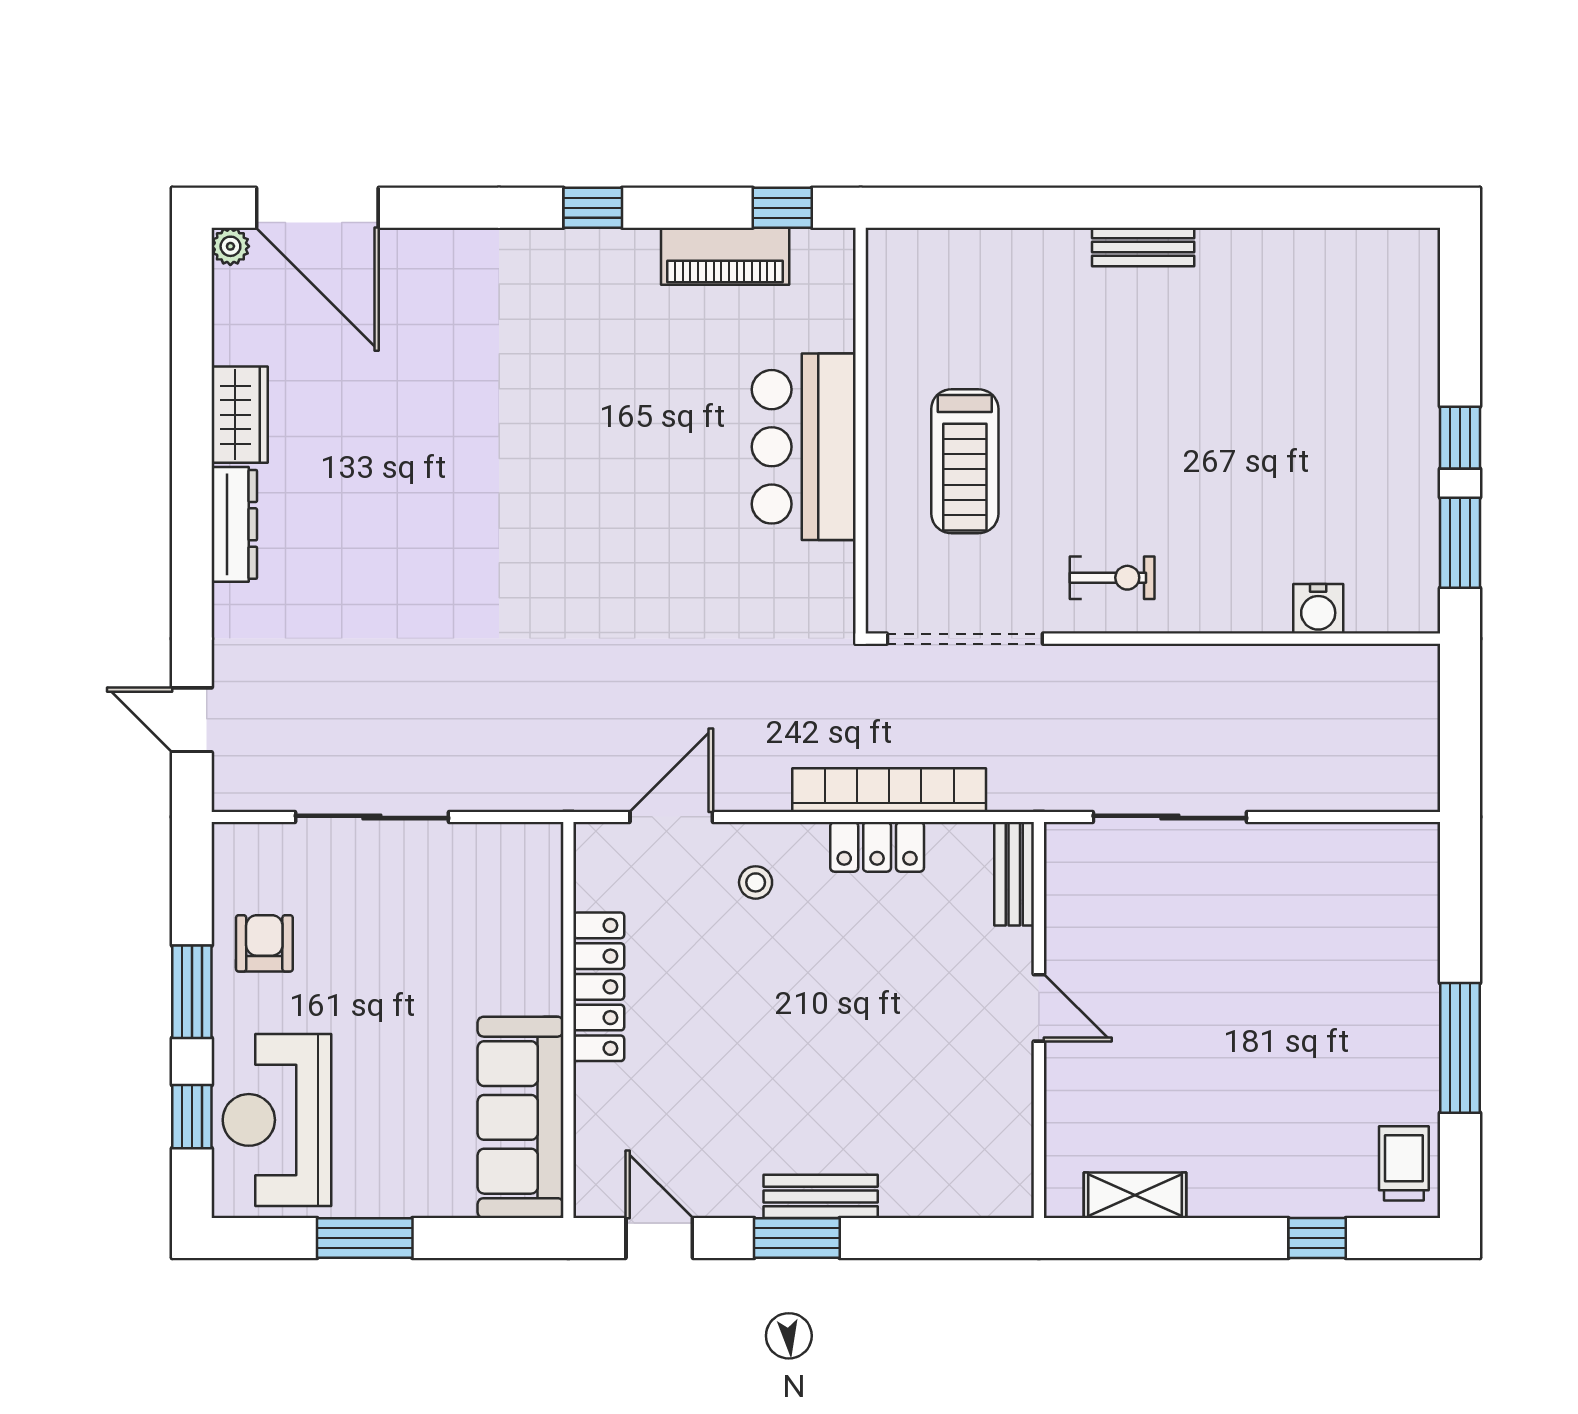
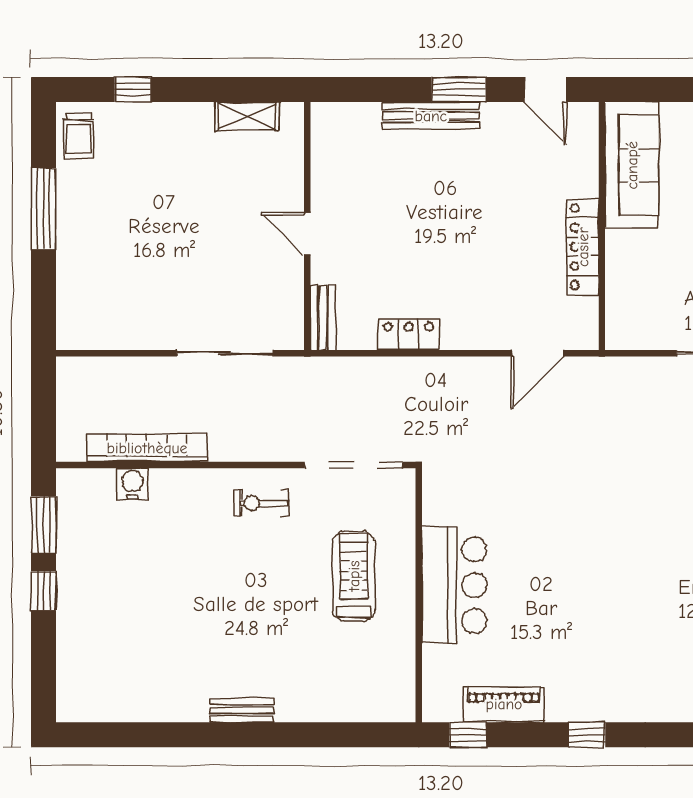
bookcase: (889, 790) -> (147, 448), moved, turned 180
stool: (756, 882) -> (485, 312), removed
bench: (821, 1196) -> (431, 116), width x1.36

